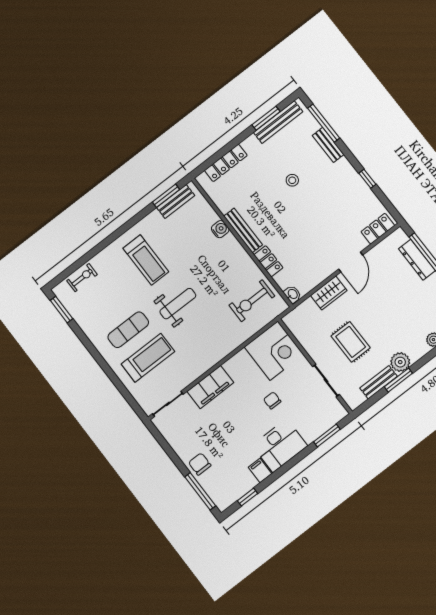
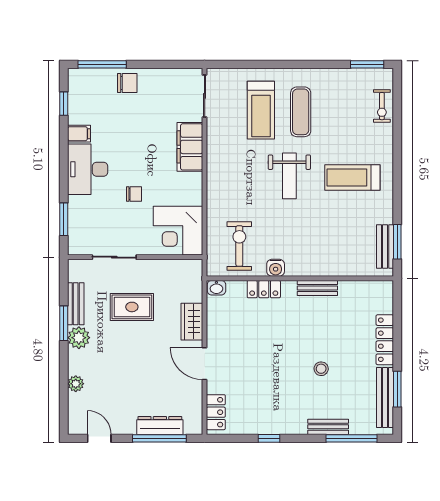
locker: (226, 163) -> (385, 340), moved
water cooler: (220, 229) -> (276, 268), moved
bench: (243, 230) -> (317, 288), width x0.73

